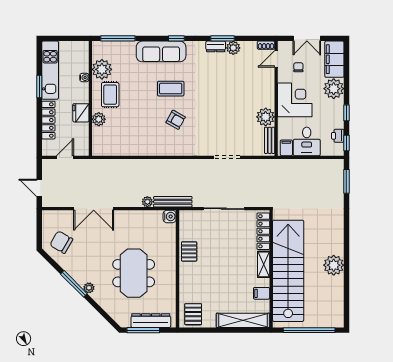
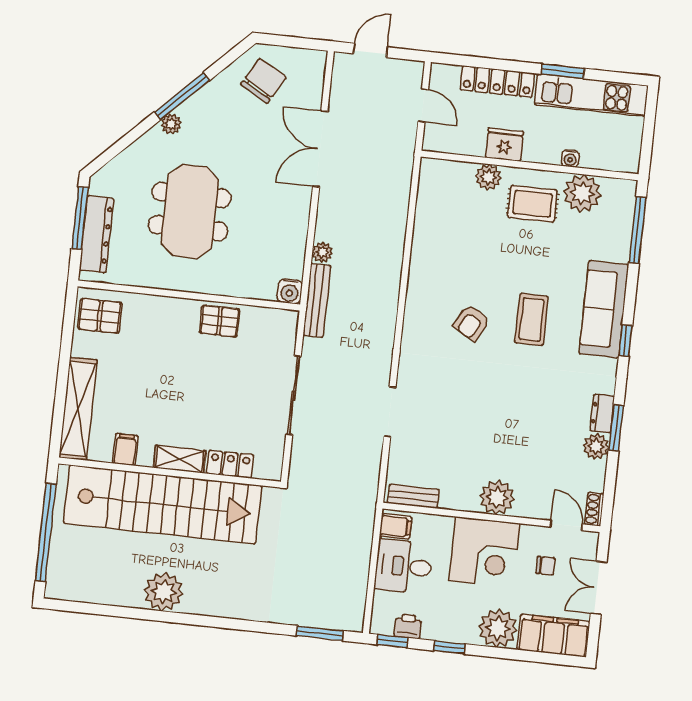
plant: (266, 117) -> (497, 498), moved
locker: (263, 231) -> (230, 464), width x0.66
meeting table: (134, 273) -> (190, 212), turned 90

